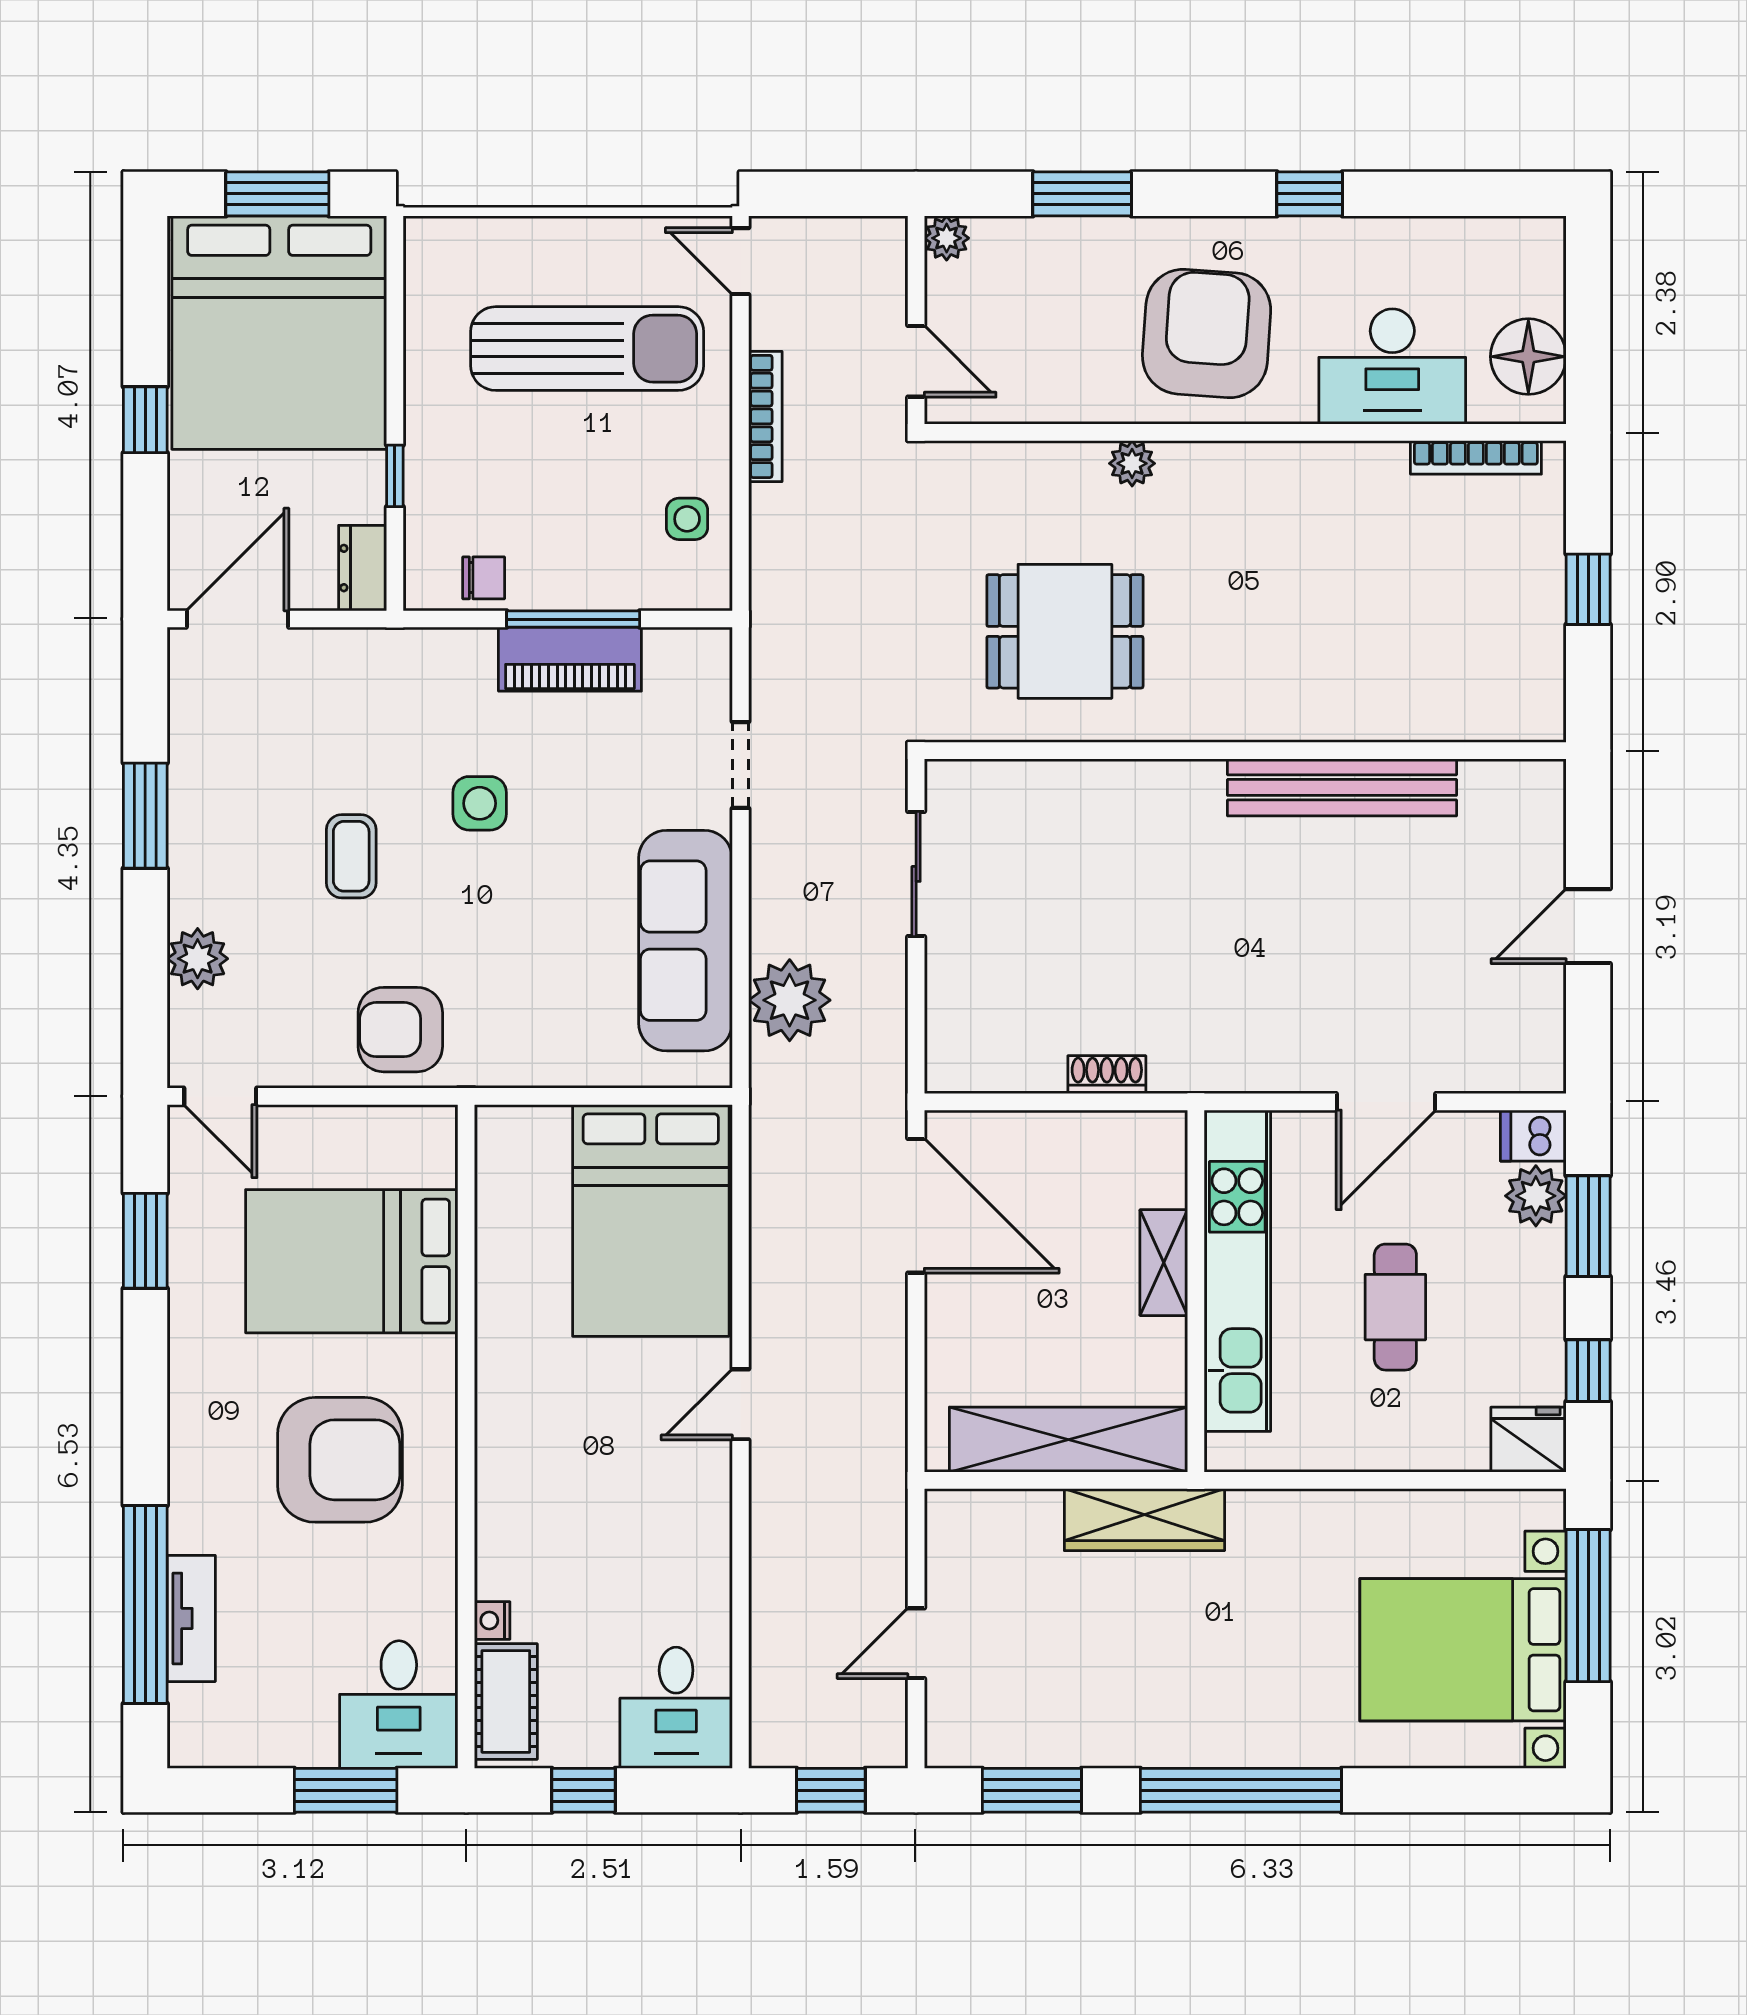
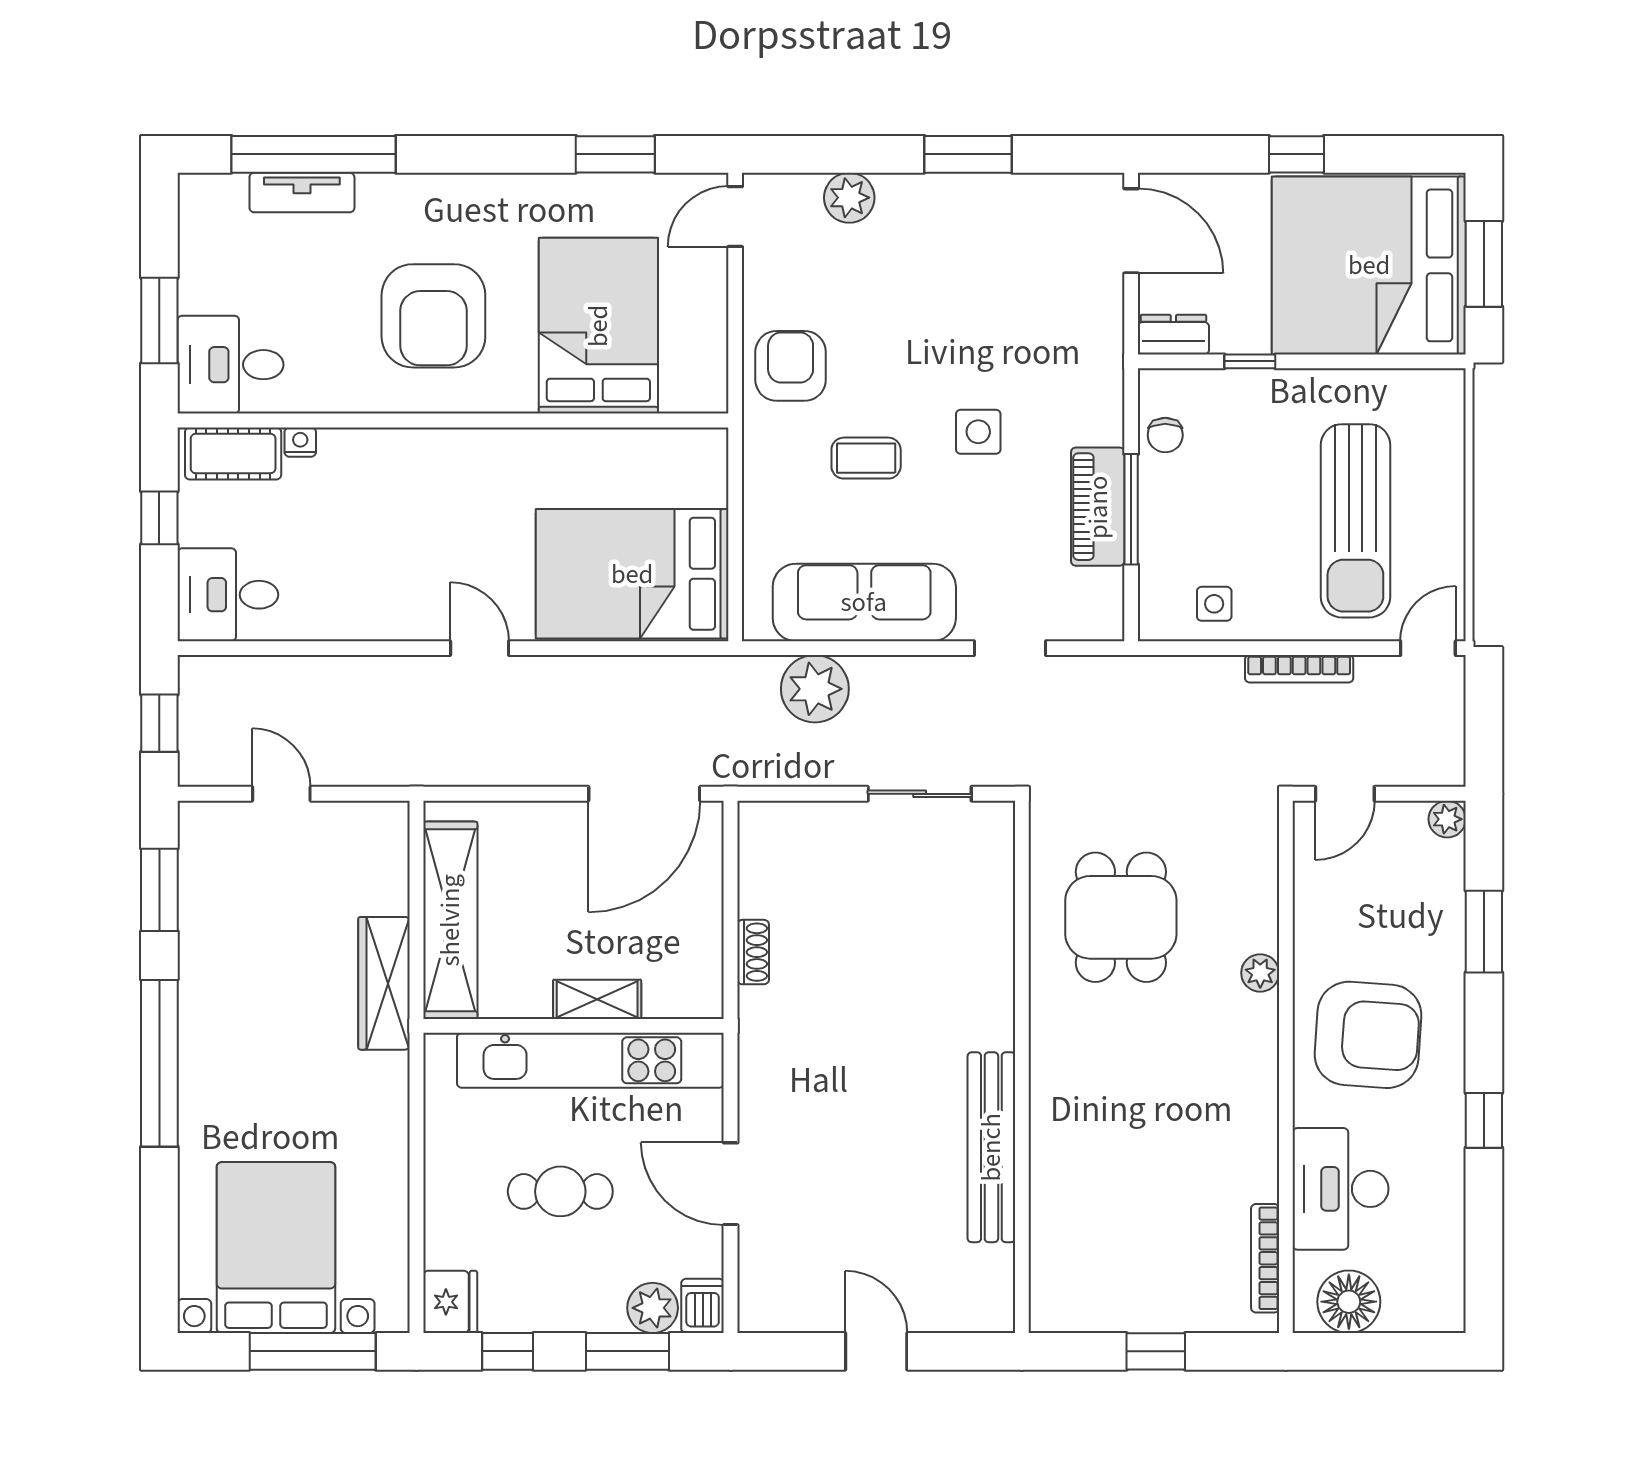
coffee table: (351, 856) -> (866, 458), moved

